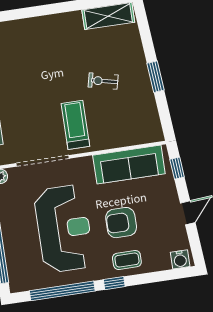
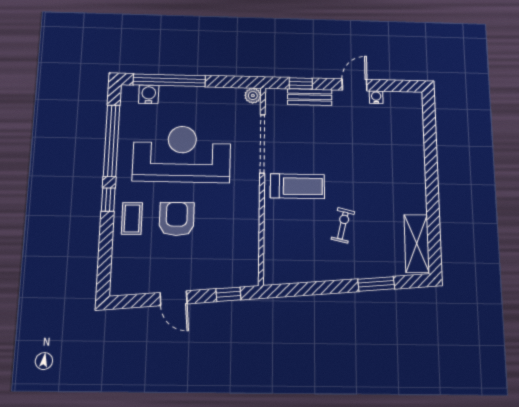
window: (155, 77) -> (376, 284), moved
sofa: (129, 165) -> (242, 239), removed
reception desk: (64, 229) -> (182, 154), turned 180
water cooler: (180, 259) -> (149, 94), moved, turned 90

